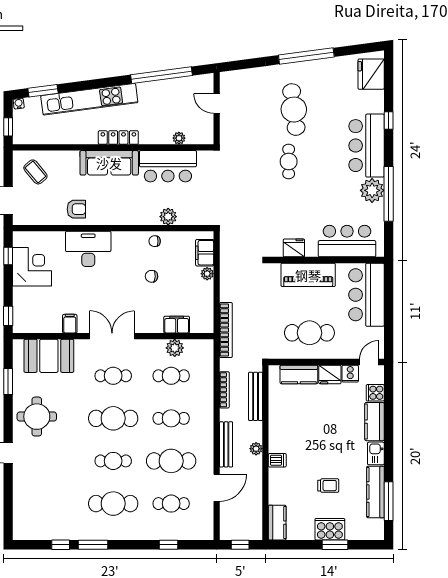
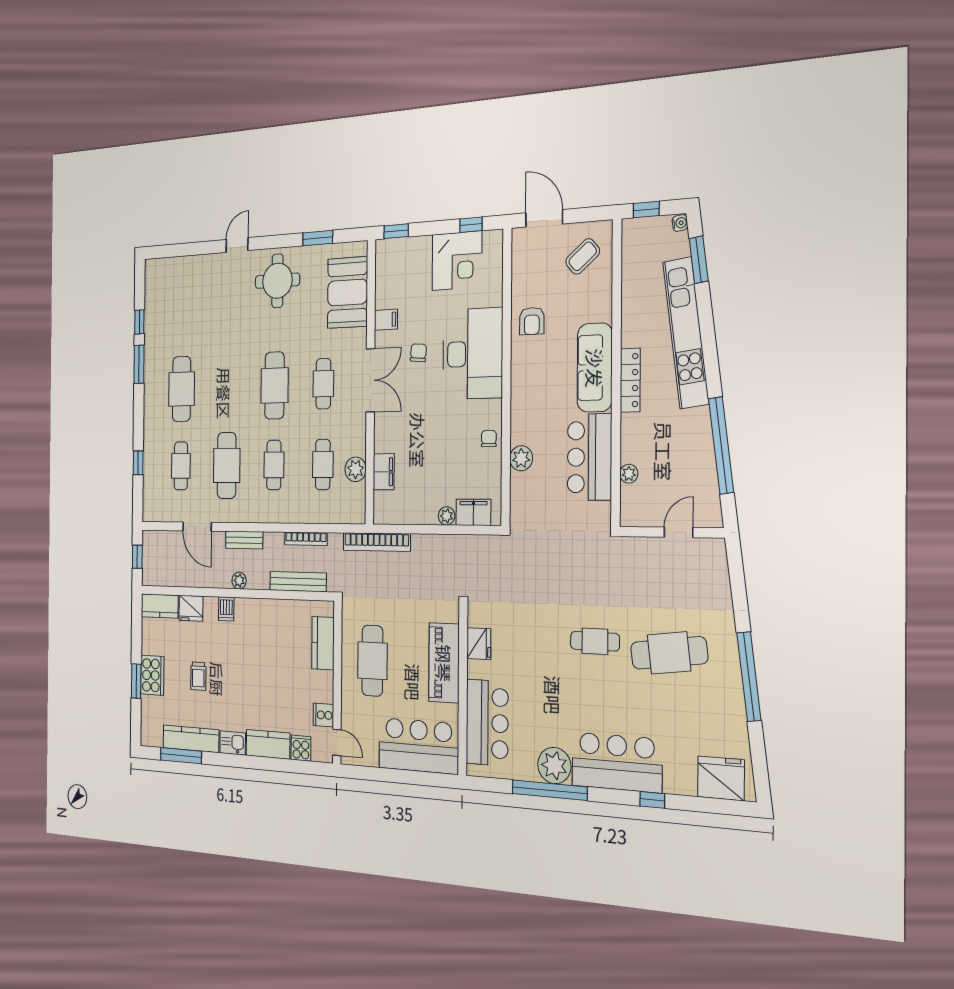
desk: (88, 249) -> (473, 354), width x1.36, depth x1.30
chair: (152, 276) -> (418, 353), moved
fridge: (330, 375) -> (191, 608), moved, turned -90
bench: (226, 444) -> (244, 540), width x0.73
cafe table: (113, 461) -> (227, 387), removed

